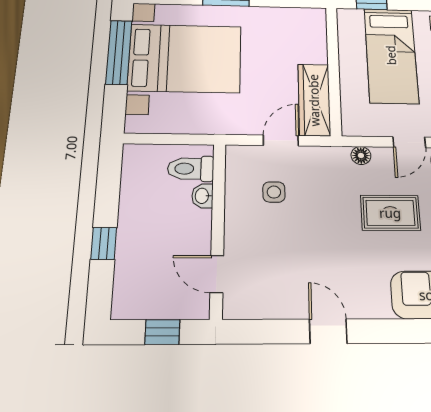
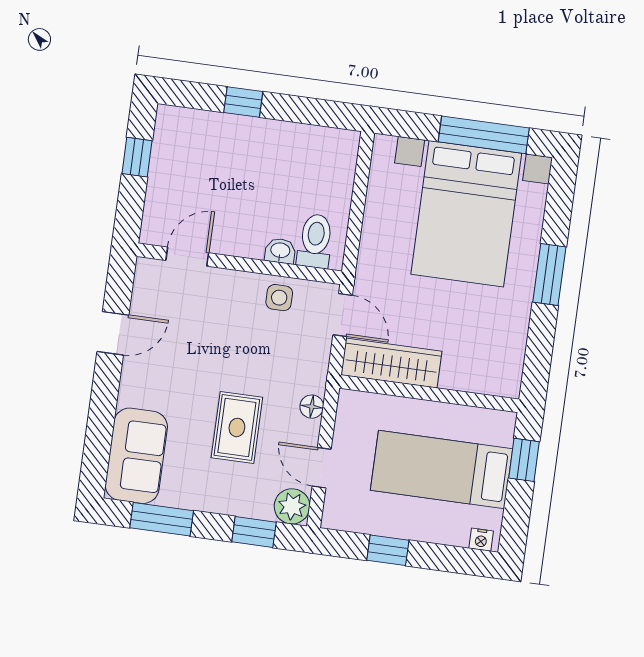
toilet: (191, 169) -> (315, 241), moved
washbasin: (202, 196) -> (280, 251), moved
wall: (218, 228) -> (239, 264), moved
door: (217, 274) -> (187, 257), moved

